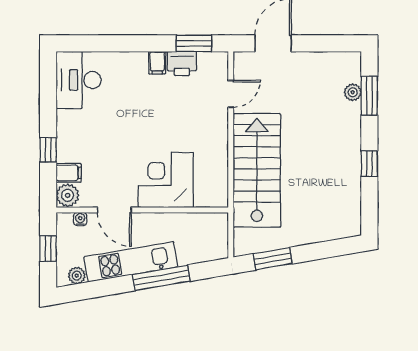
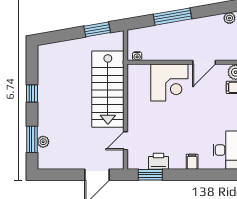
filing cabinet: (157, 63) -> (192, 162), moved
door: (114, 210) -> (204, 62), swing flipped
water cooler: (80, 219) -> (137, 56), moved
kitchen unit: (131, 262) -> (193, 27), removed

